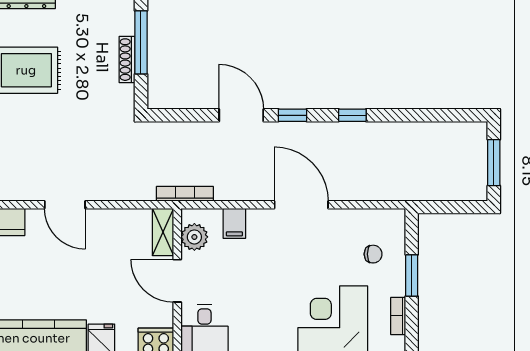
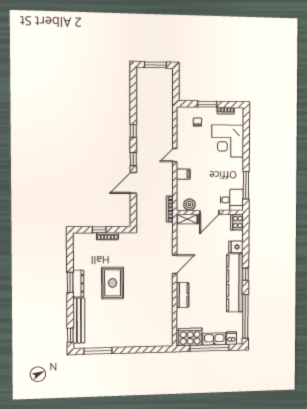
window: (141, 42) -> (99, 230), width x0.46
door: (301, 205) -> (175, 155), width x0.53
filing cabinet: (234, 223) -> (183, 174), moved

